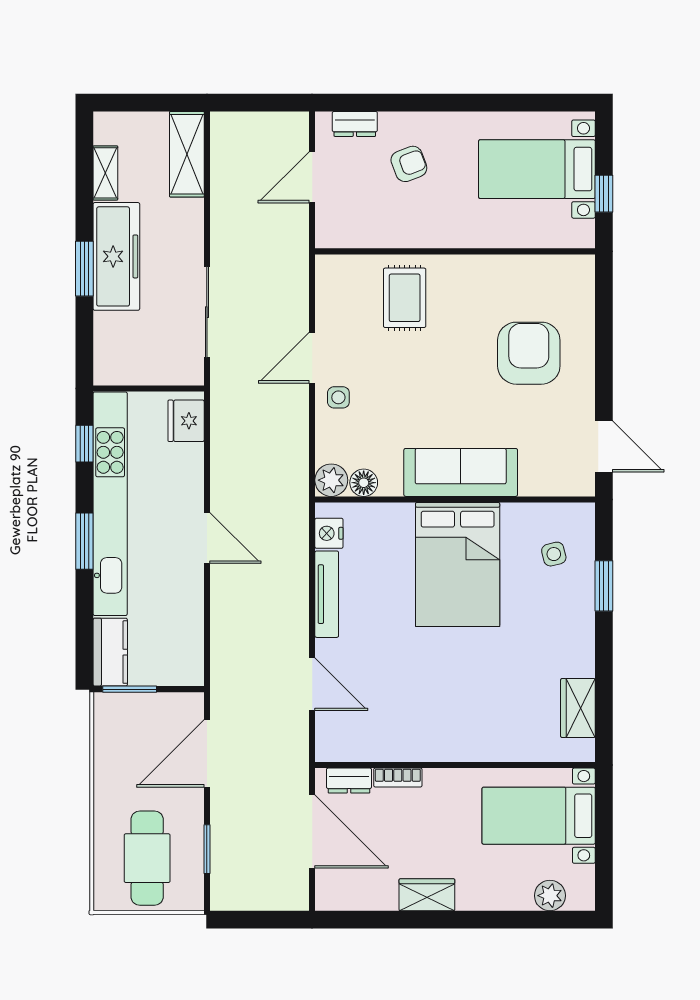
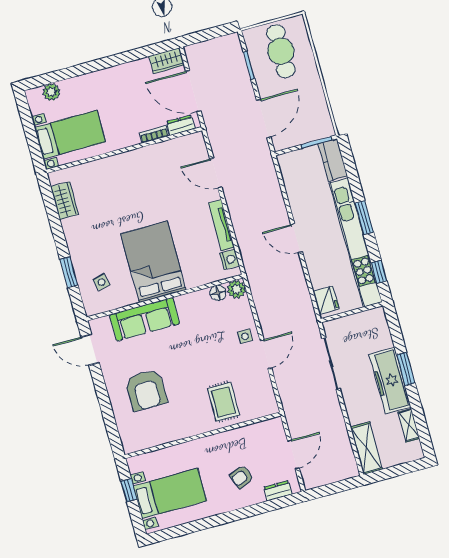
sofa: (461, 472) -> (145, 319), moved
wardrobe: (427, 895) -> (167, 61), moved

